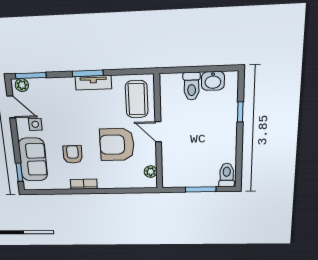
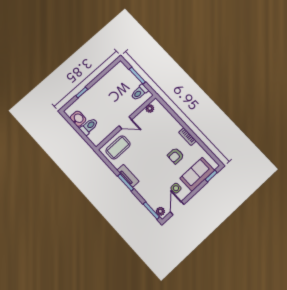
door: (158, 132) -> (125, 123), hinge flipped
armchair: (117, 144) -> (150, 138), removed
toilet: (227, 175) -> (139, 92), moved

